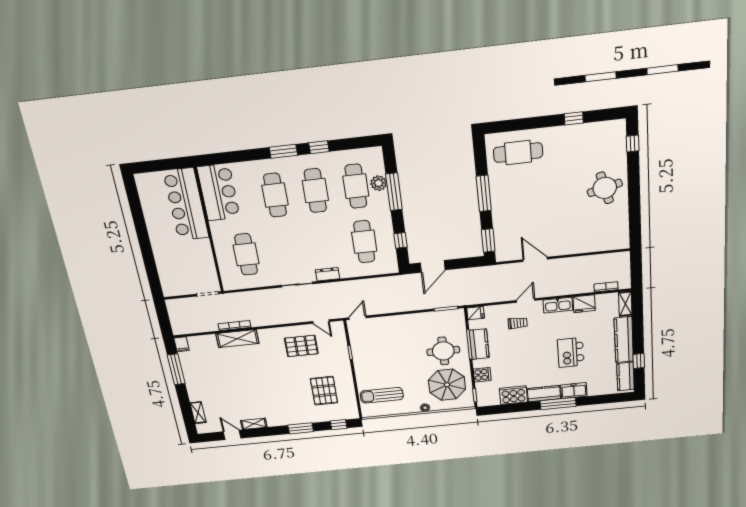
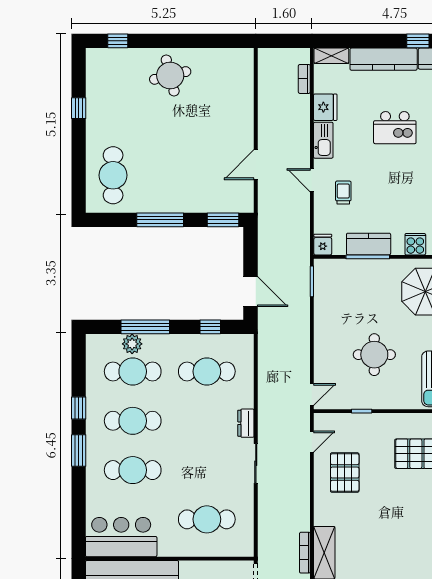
door: (358, 318) -> (312, 394), swing flipped
round table: (443, 351) -> (374, 355), moved

